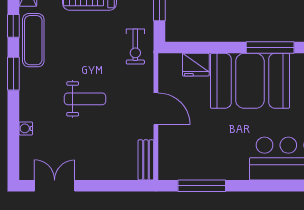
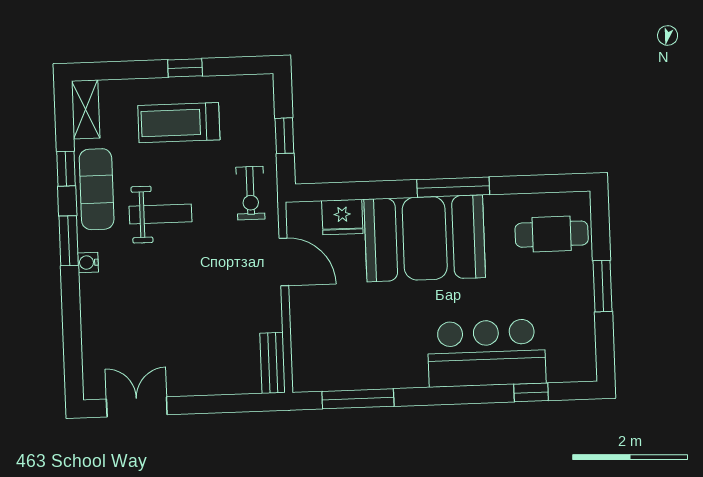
weight bench: (85, 99) -> (161, 214), moved
door: (156, 109) -> (284, 262), moved
water cooler: (26, 128) -> (88, 262), moved

